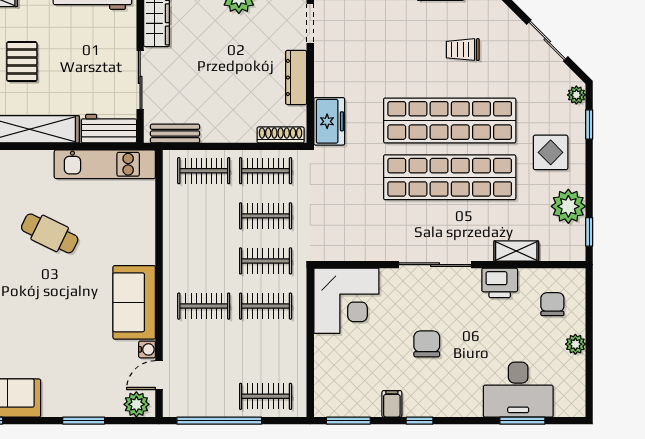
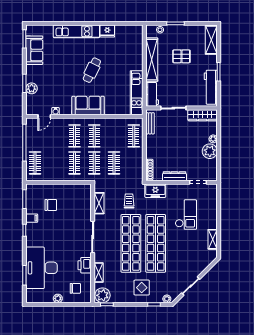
trolley: (463, 50) -> (129, 201), moved
checkout: (384, 51) -> (186, 215), added
clothes rail: (266, 171) -> (94, 136), moved
plant: (568, 206) -> (102, 295), moved
cafe table: (50, 233) -> (92, 70), moved
shelving: (358, 250) -> (99, 203), added
corner desk: (346, 301) -> (77, 198), removed
sofa: (134, 302) -> (88, 105), moved
chair: (427, 344) -> (51, 205), moved
door: (159, 375) -> (44, 116), swing flipped
desk: (518, 390) -> (42, 268), width x1.36, depth x1.30
plant: (136, 404) -> (32, 88), moved

